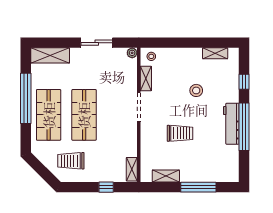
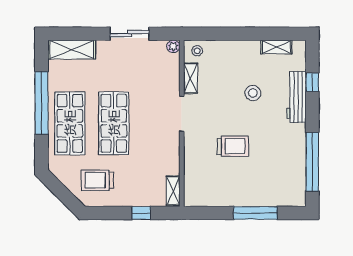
workbench: (231, 124) -> (296, 97), moved
window: (244, 127) -> (312, 162), moved
shelving: (166, 176) -> (215, 199), removed

